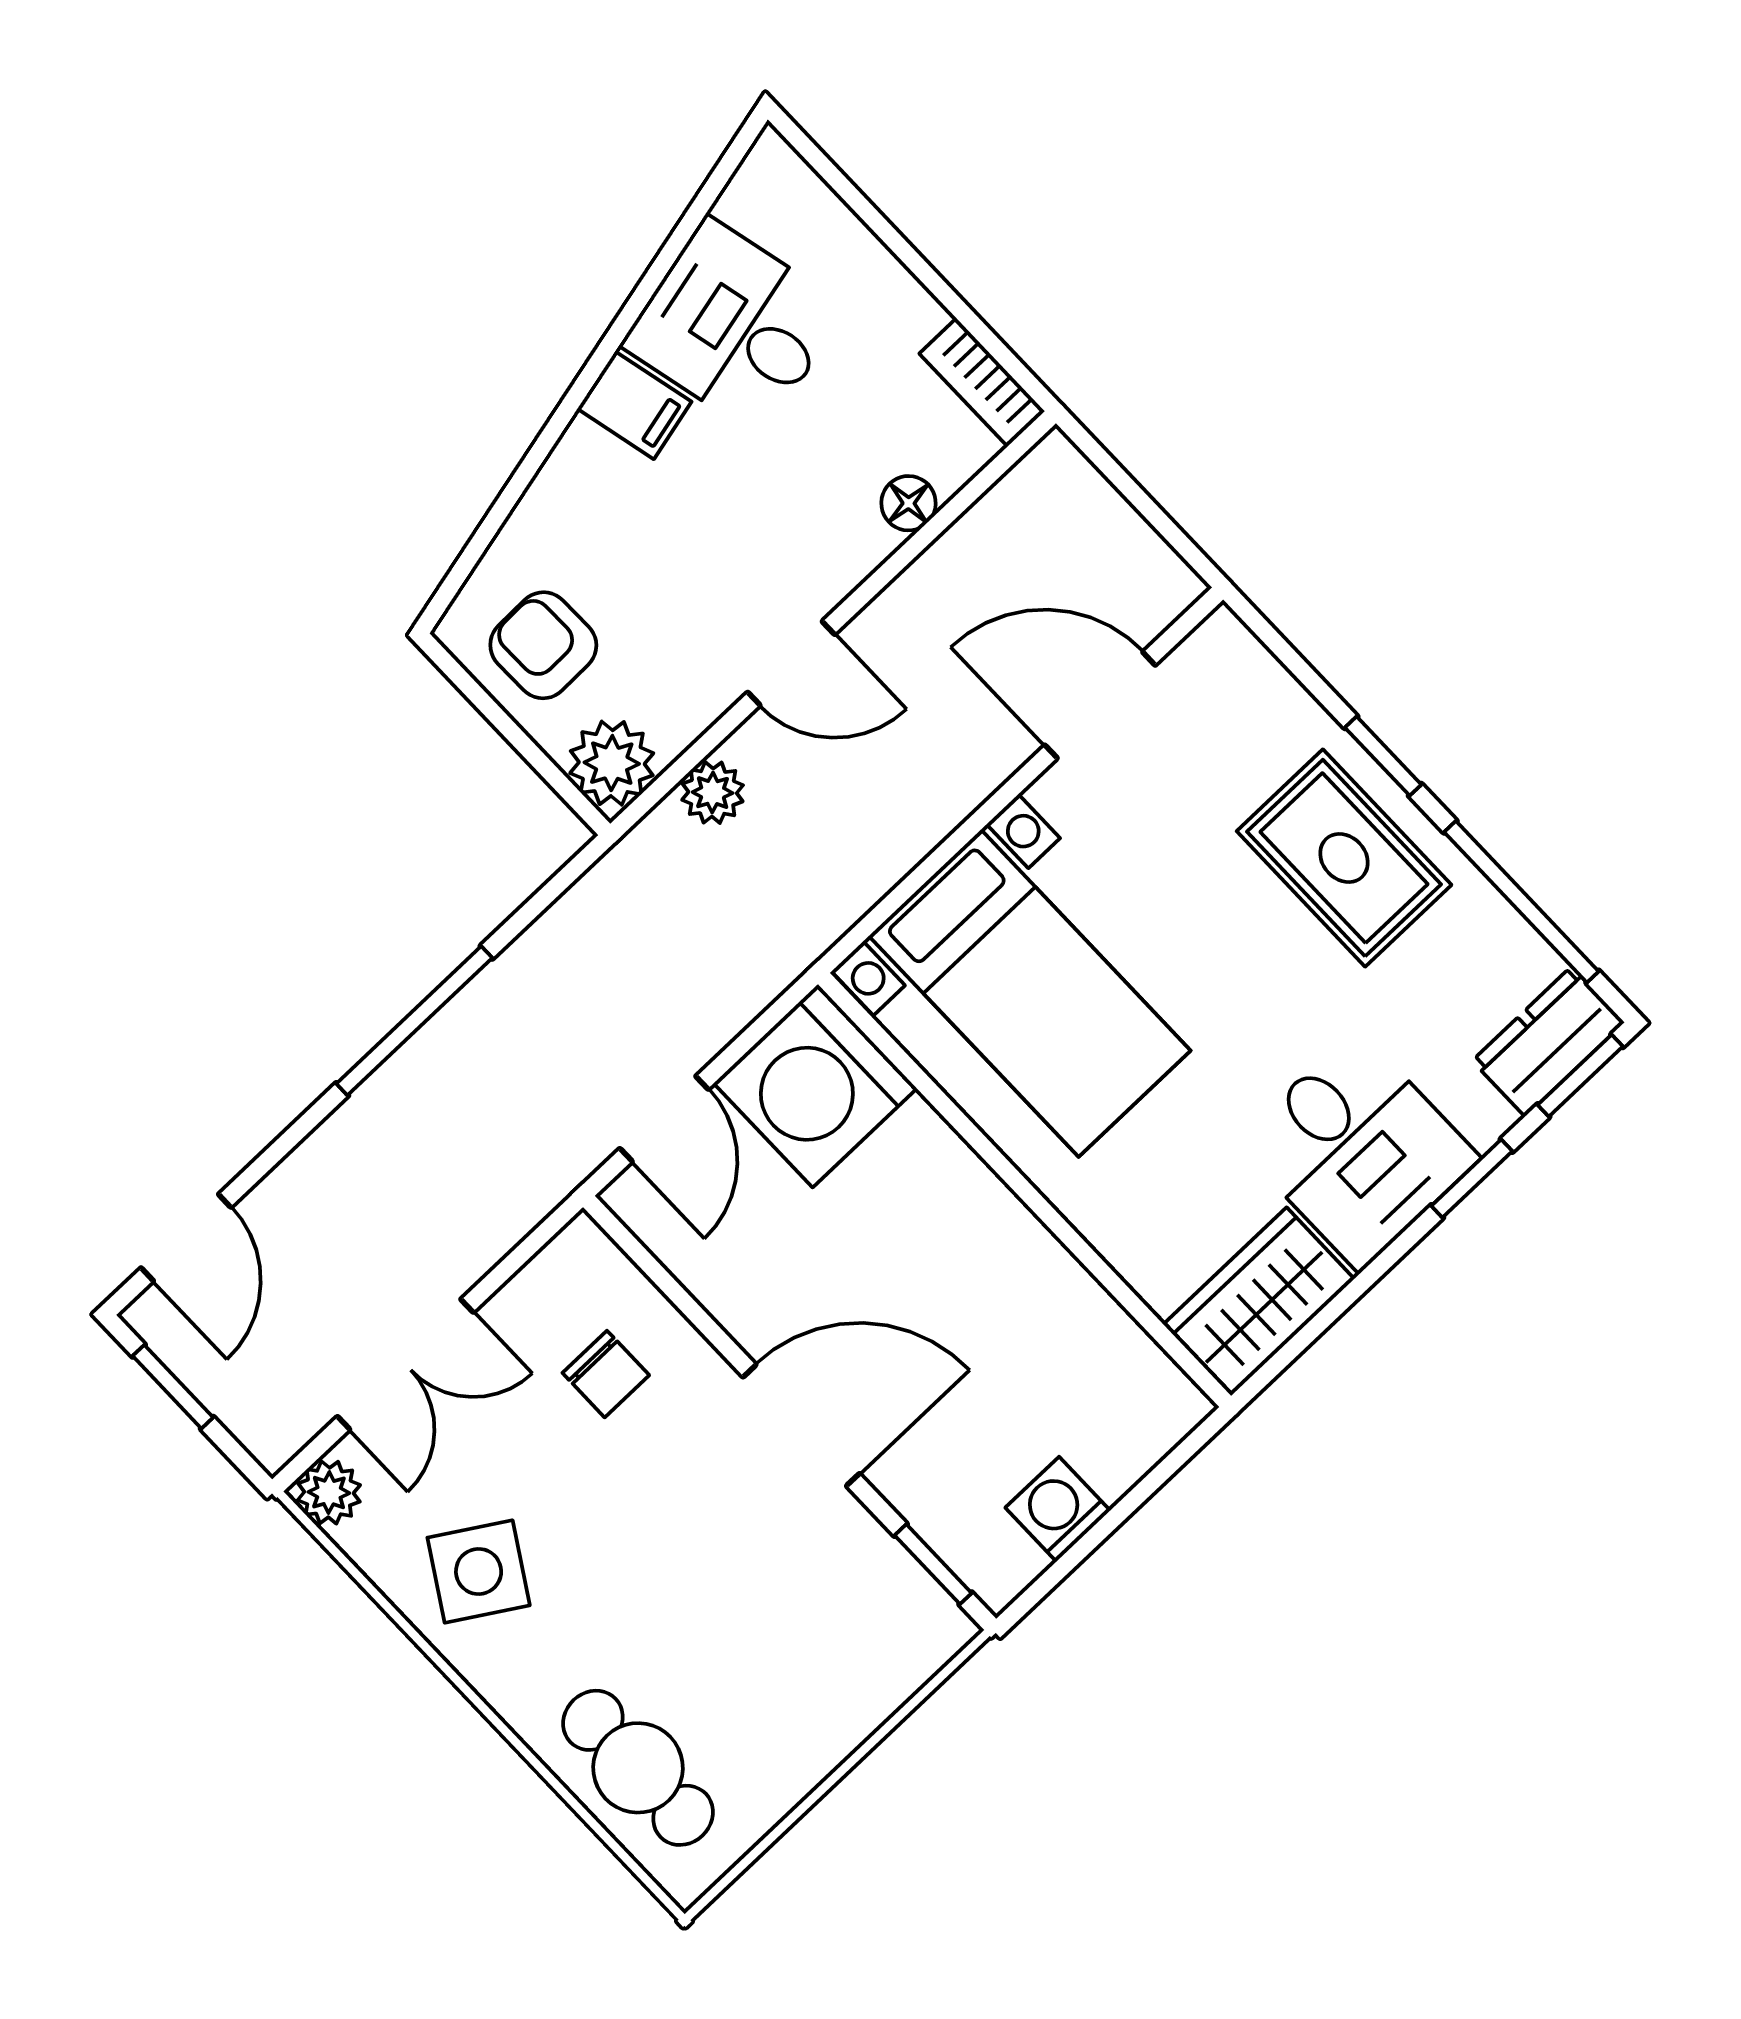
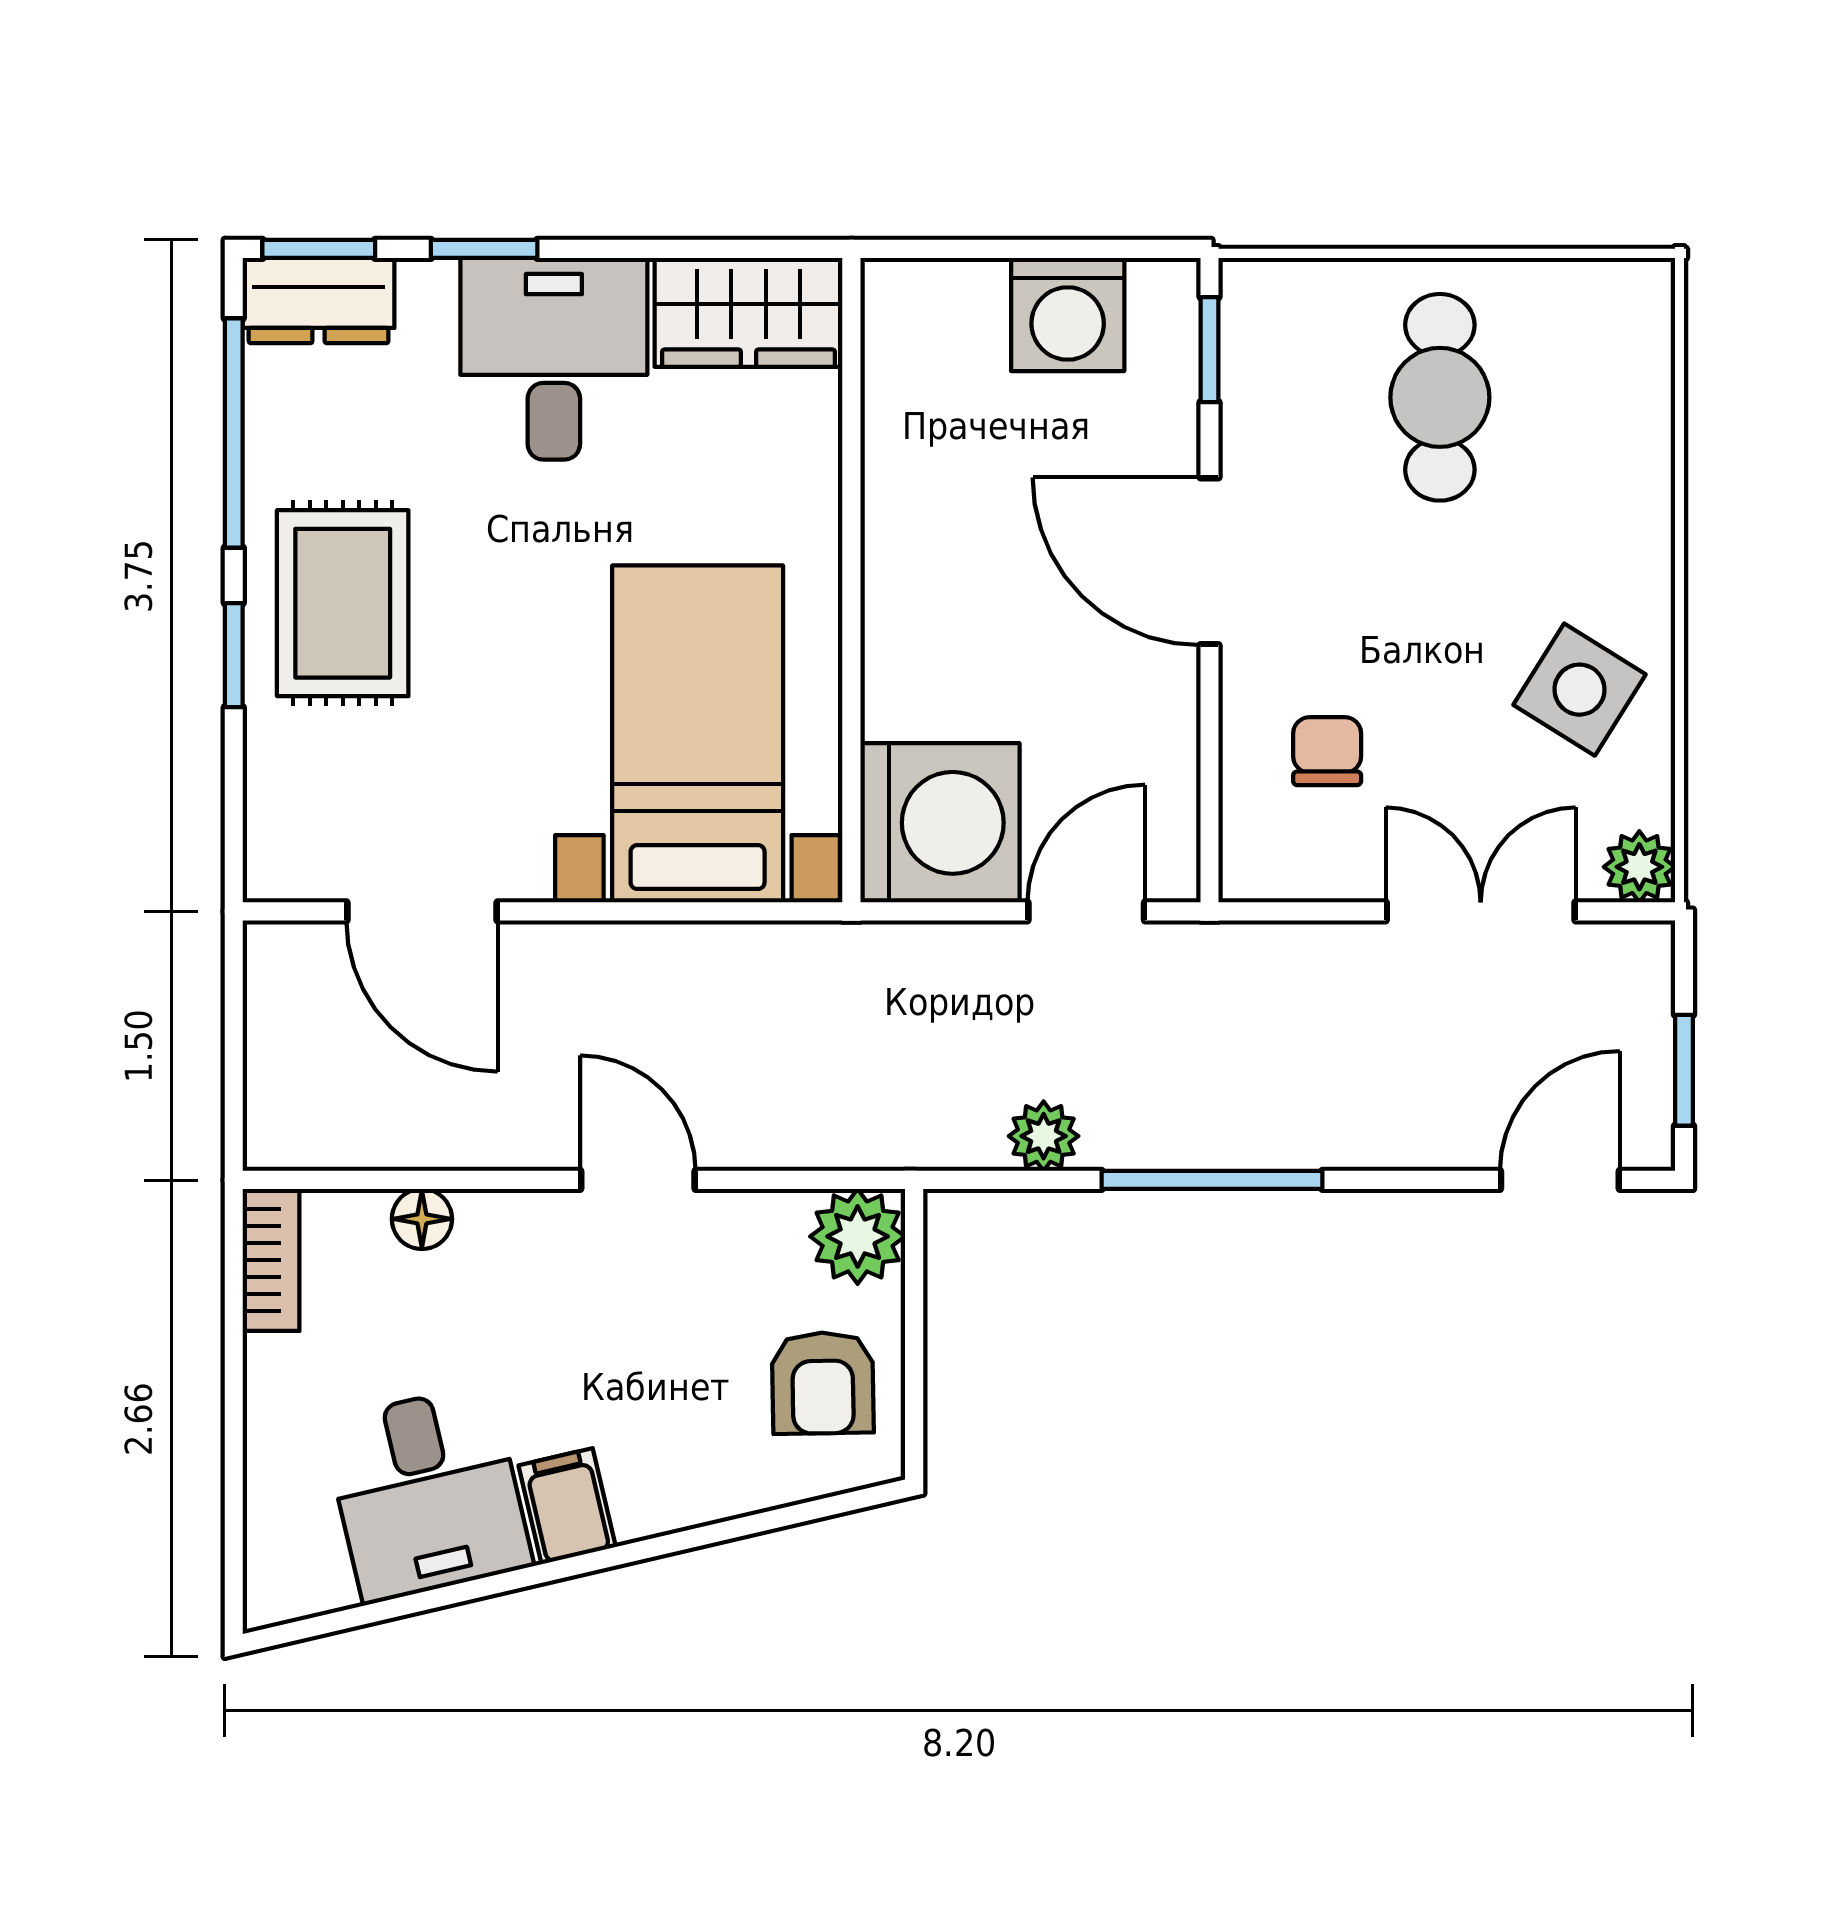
plant: (713, 793) -> (1044, 1136), moved
washing machine: (1058, 1509) -> (1068, 314), width x1.38, depth x1.38
cafe table: (638, 1768) -> (1440, 397), moved

